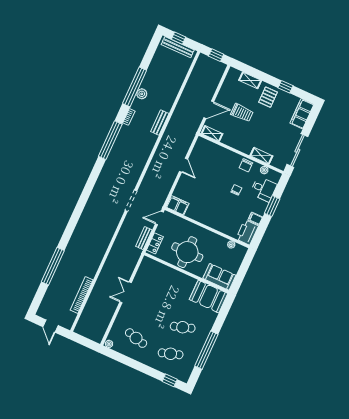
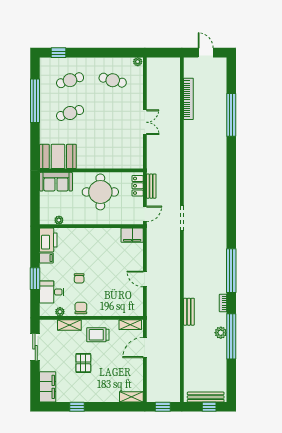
shelving: (250, 80) -> (131, 397), moved
pallet: (268, 97) -> (83, 363), moved
trolley: (242, 113) -> (98, 335), moved
sliding door: (297, 151) -> (35, 347), width x0.73

